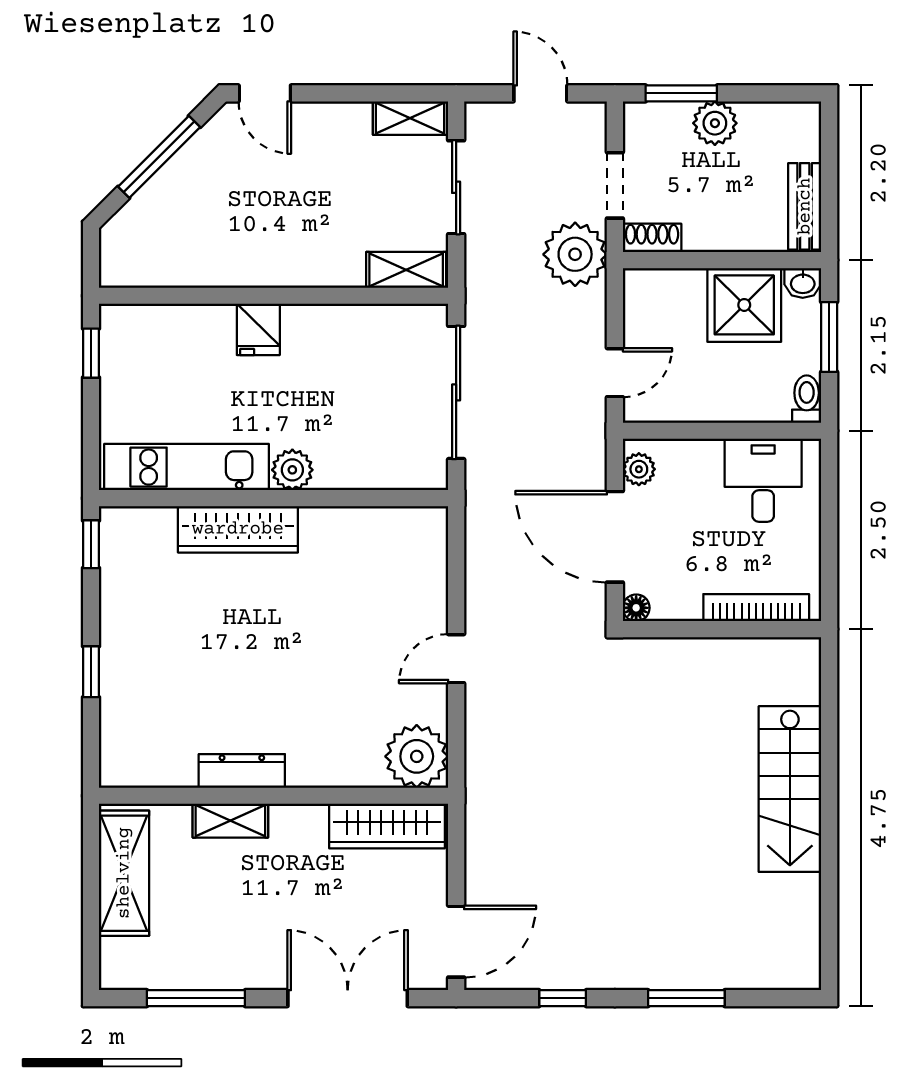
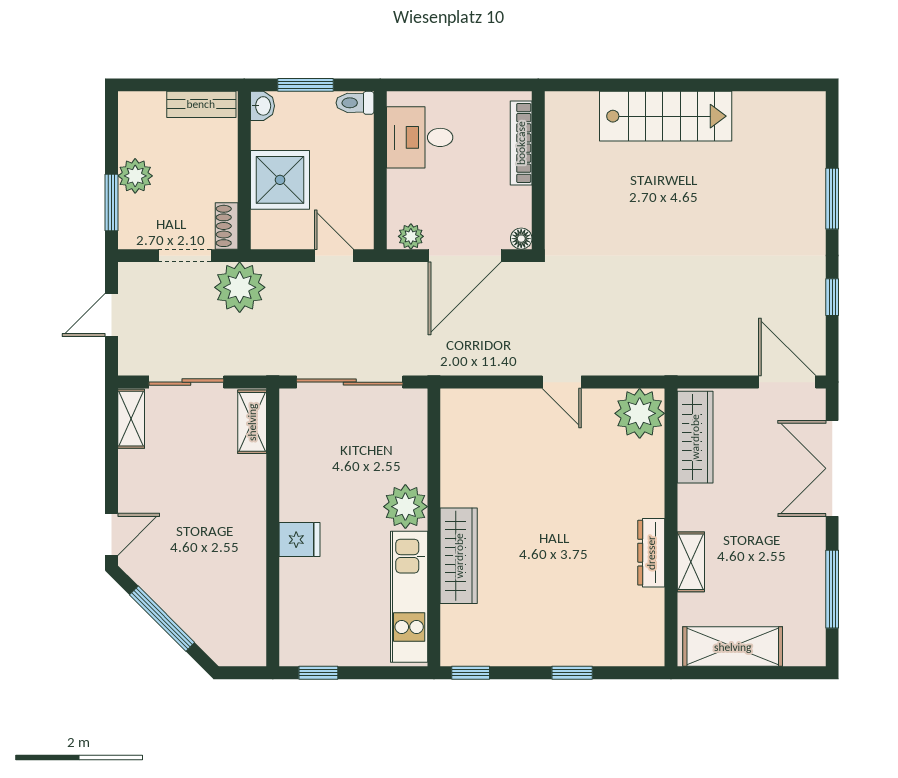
shower: (744, 305) -> (280, 180), moved
plant: (292, 470) -> (405, 507), width x1.36, depth x1.36

